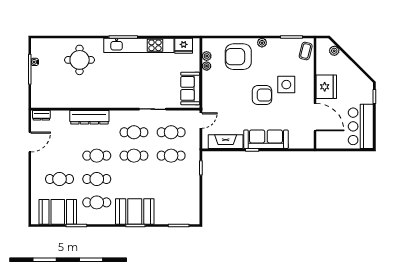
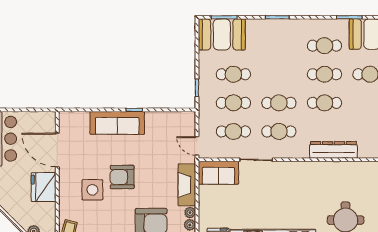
sofa: (190, 88) -> (218, 173), moved, turned 90
door: (201, 120) -> (197, 146), hinge flipped
fireplace: (226, 142) -> (187, 185), moved, turned 90
cafe table: (171, 179) -> (233, 74), added
booth: (135, 212) -> (222, 34), moved

